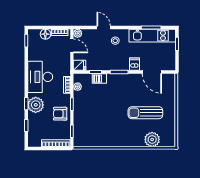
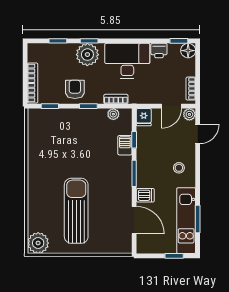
door: (104, 27) -> (198, 134), moved
floor lamp: (45, 34) -> (188, 51), moved
printer: (33, 55) -> (159, 51), added
door: (152, 72) -> (134, 220), swing flipped
sun lounger: (145, 113) -> (76, 211), width x1.36, depth x1.34
plant: (152, 139) -> (38, 243), moved

